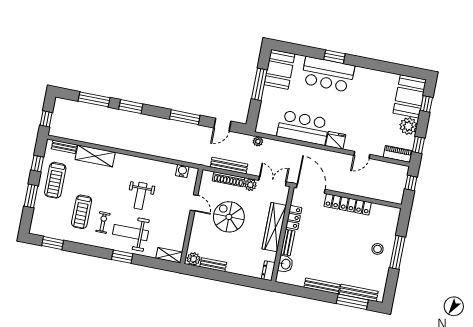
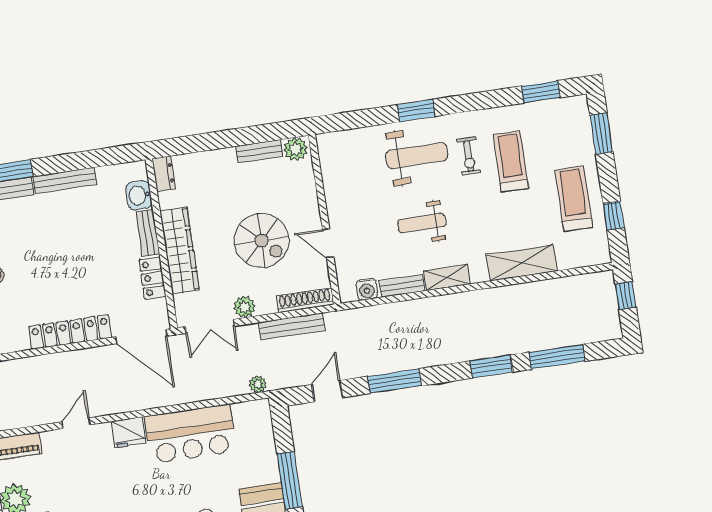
bench: (64, 147) -> (402, 286), moved
shoe rack: (228, 179) -> (305, 300), moved
window: (31, 196) -> (601, 133), moved
weight bench: (141, 196) -> (422, 223), turned -90
shelving: (169, 255) -> (447, 278), moved

